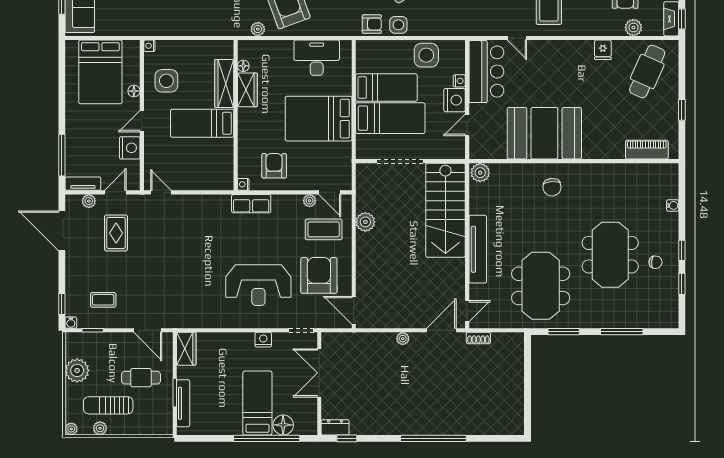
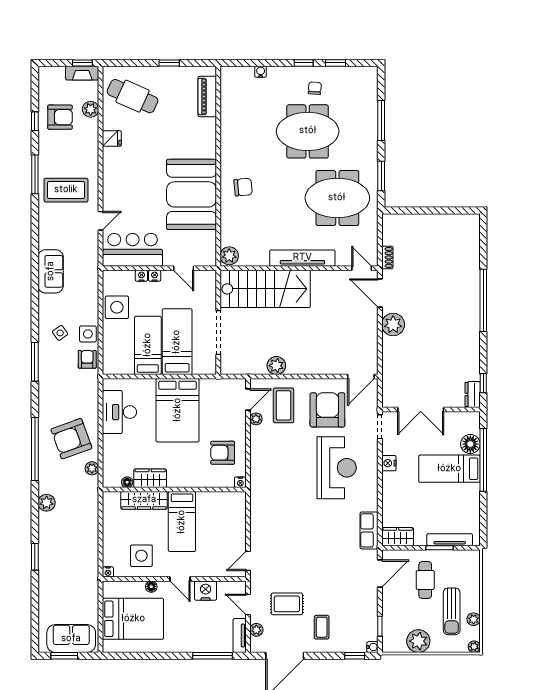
nightstand: (455, 100) -> (155, 276), width x0.53, depth x0.56
row of seats: (251, 204) -> (369, 530), moved, turned 180
armchair: (319, 275) -> (327, 410), turned 90
coffee table: (103, 300) -> (322, 627), moved
plant: (403, 339) -> (393, 324), width x1.87, depth x1.87

